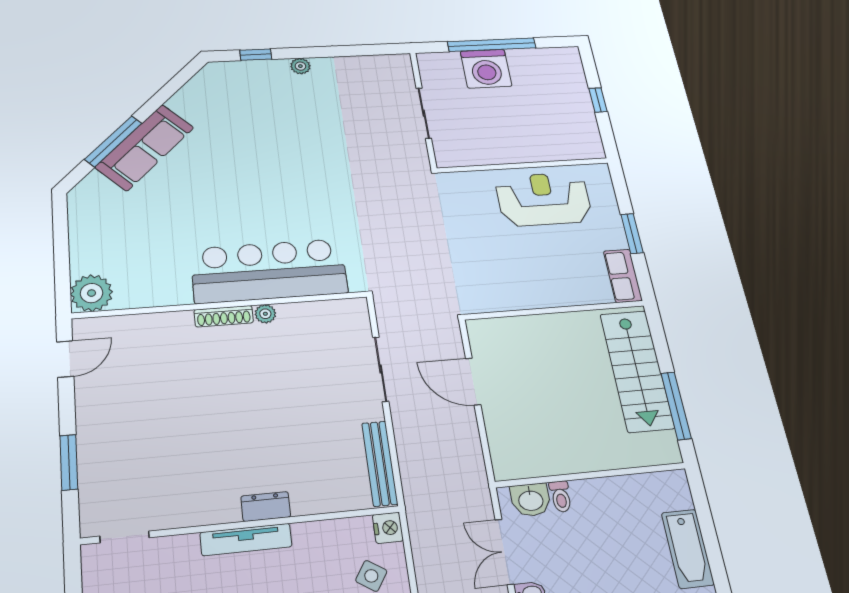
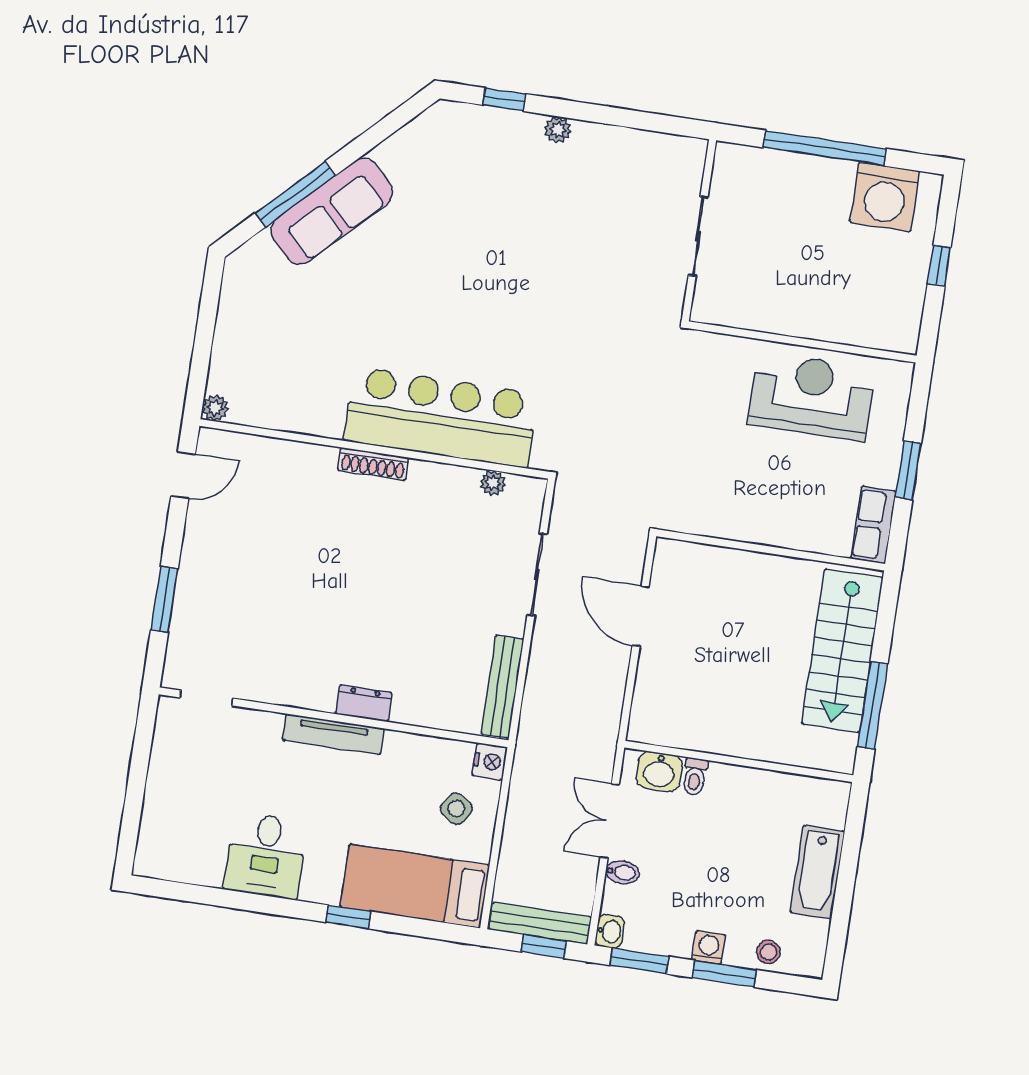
washing machine: (486, 69) -> (885, 197), moved
plant: (92, 293) -> (215, 408), width x0.53, depth x0.53
plant: (265, 314) -> (493, 483), moved

